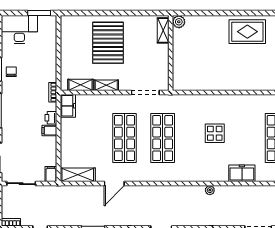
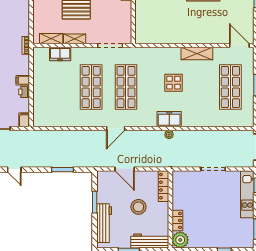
freezer: (68, 106) -> (60, 54), moved, turned 90
printer: (51, 118) -> (24, 92), moved
freezer: (242, 173) -> (169, 119), moved
shelving: (78, 175) -> (197, 53), moved
door: (114, 184) -> (116, 129), moved

